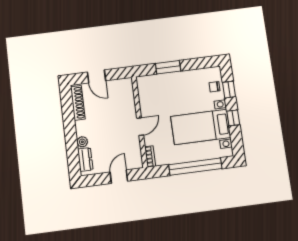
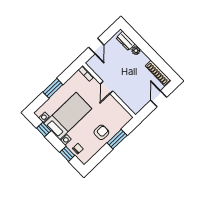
door: (96, 76) -> (159, 99), hinge flipped
armchair: (179, 86) -> (101, 132), added
window: (233, 118) -> (44, 129), moved
window: (195, 167) -> (53, 88), width x0.47

